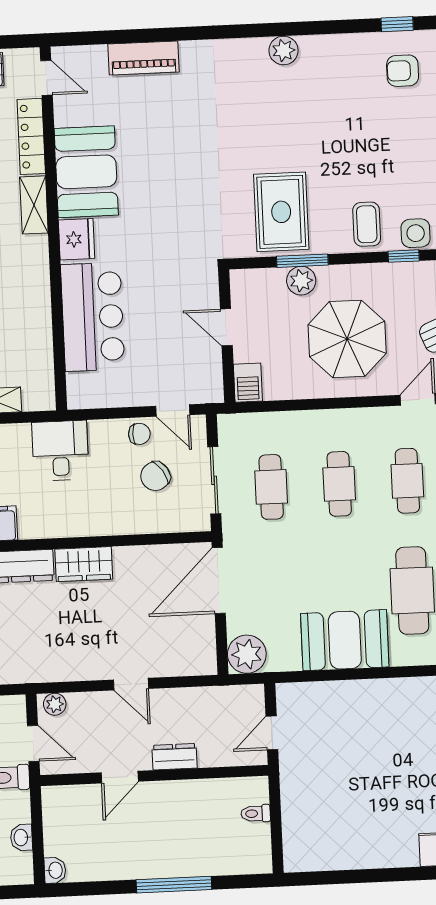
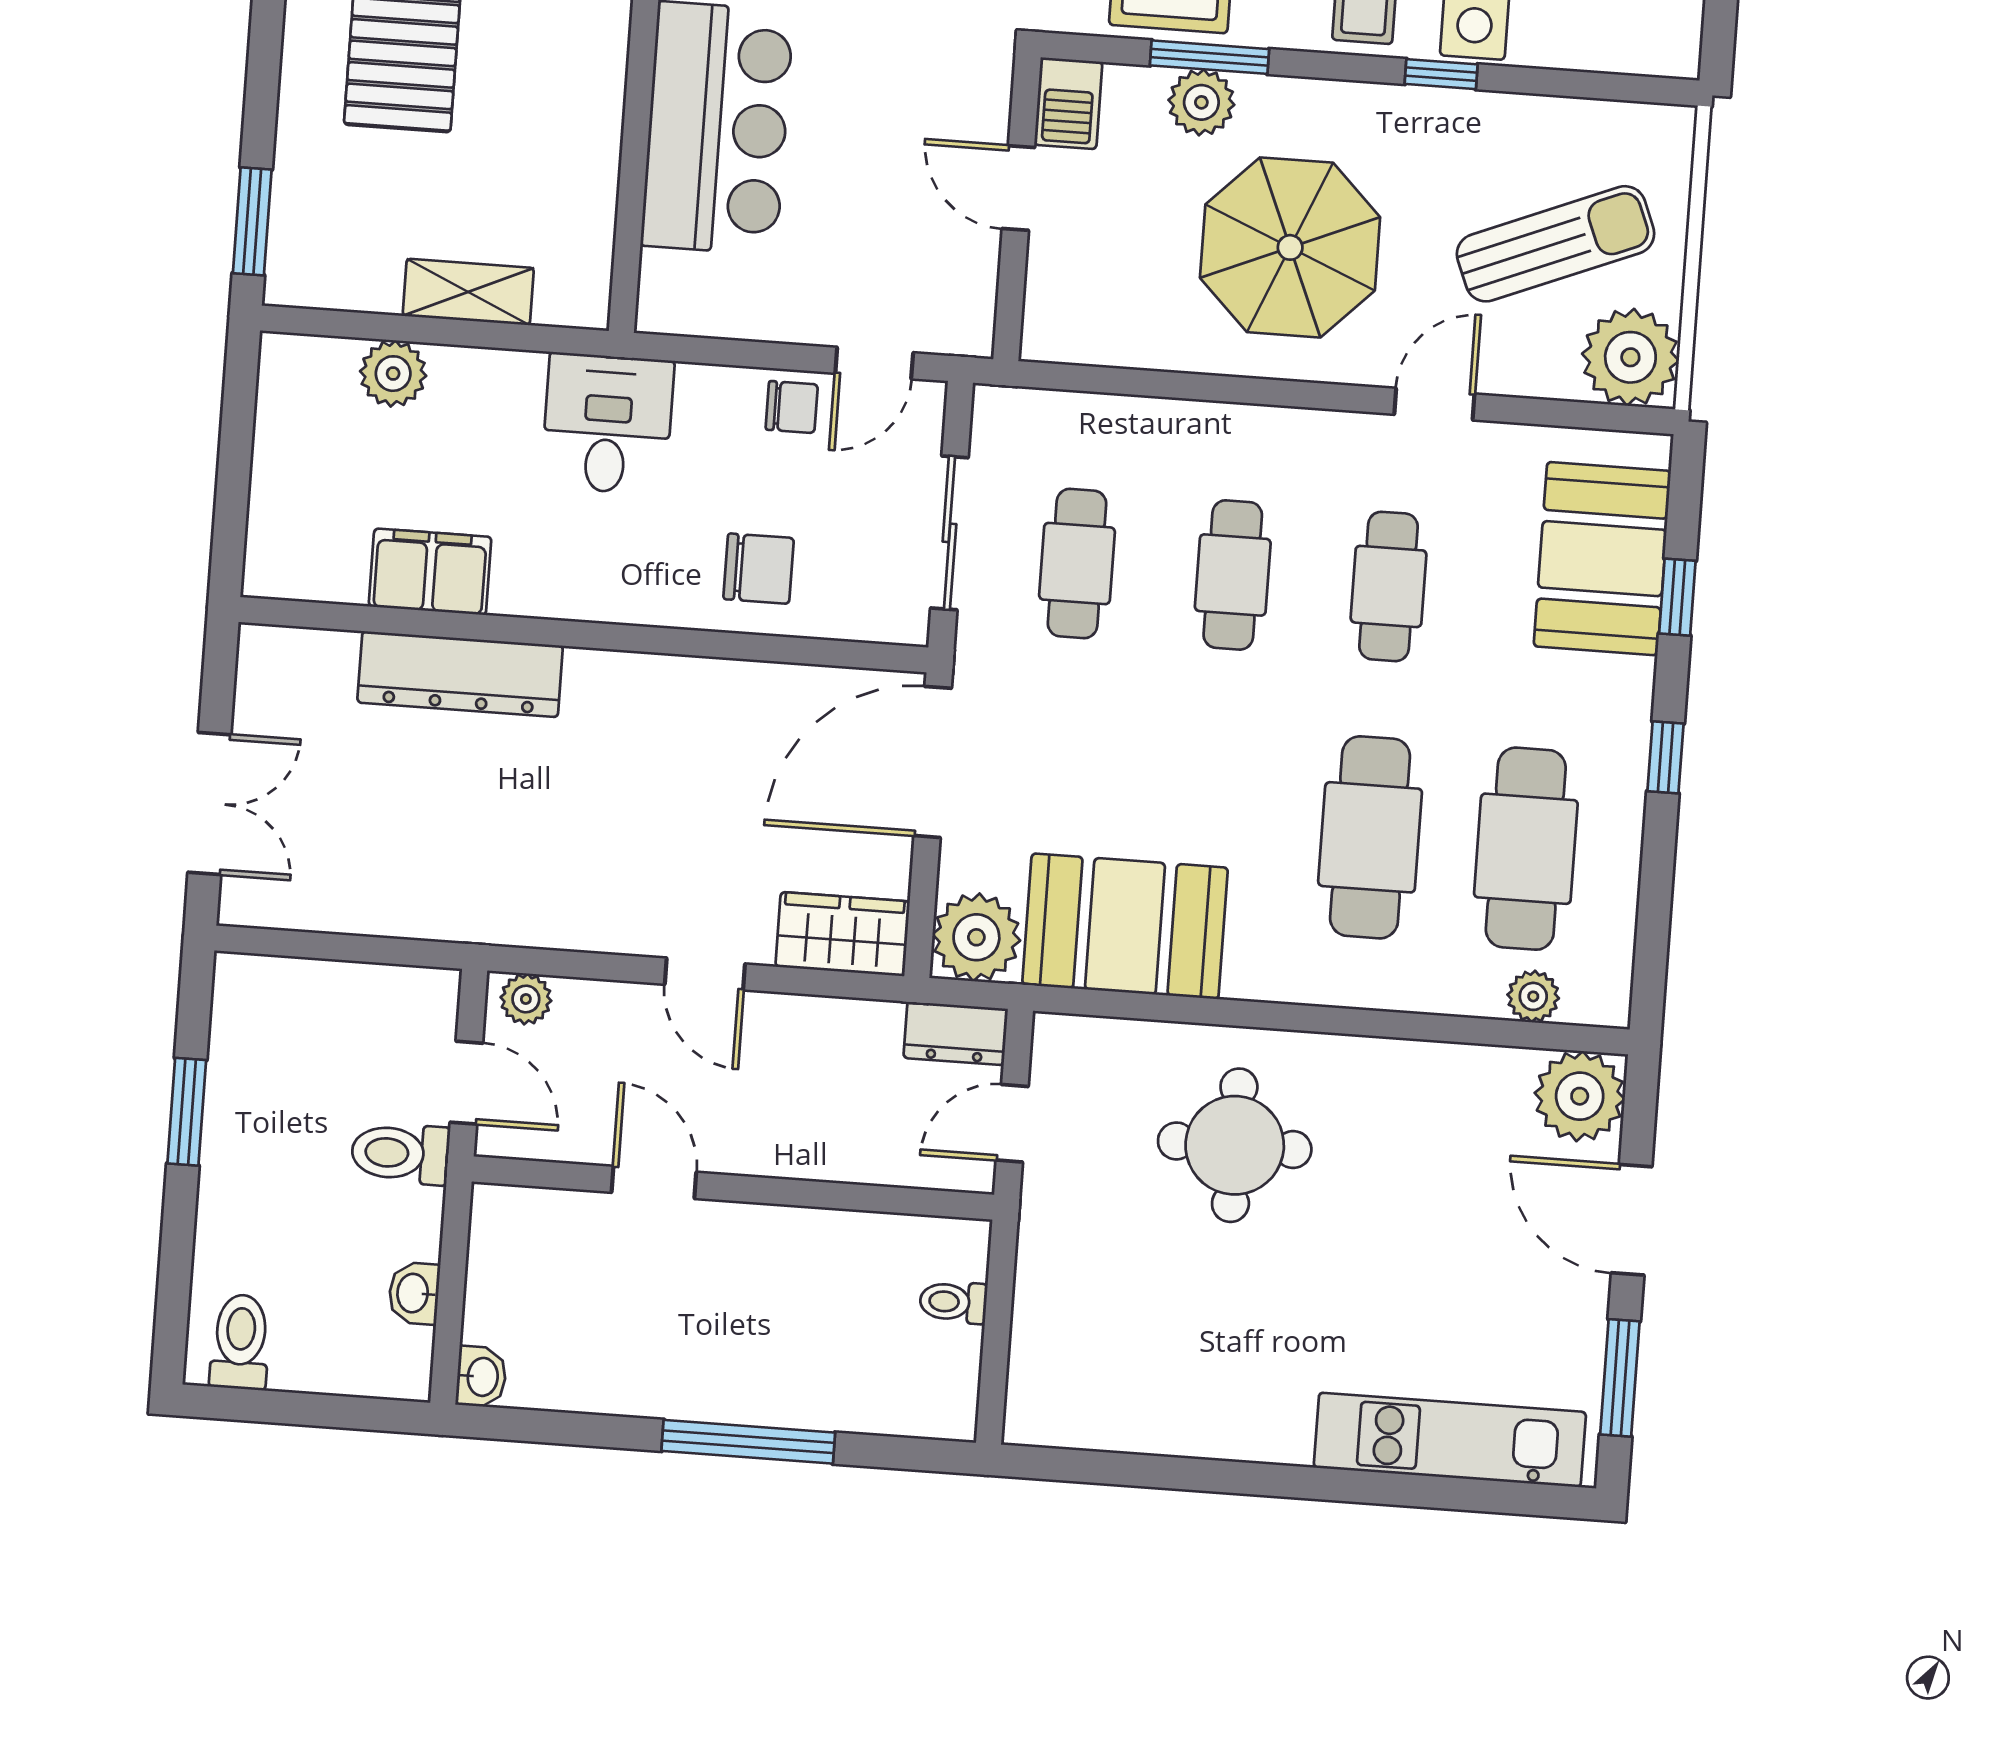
barbecue: (248, 383) -> (1068, 103), moved
door: (173, 411) -> (874, 363), hinge flipped
chair: (155, 476) -> (759, 569), moved, turned -146
wardrobe: (84, 564) -> (843, 934), moved, turned 180
booth: (345, 640) -> (1125, 926), moved
round table: (370, 731) -> (1235, 1145), added
dresser: (175, 757) -> (956, 1033), moved, turned 180
door: (120, 777) -> (654, 1182), swing flipped

